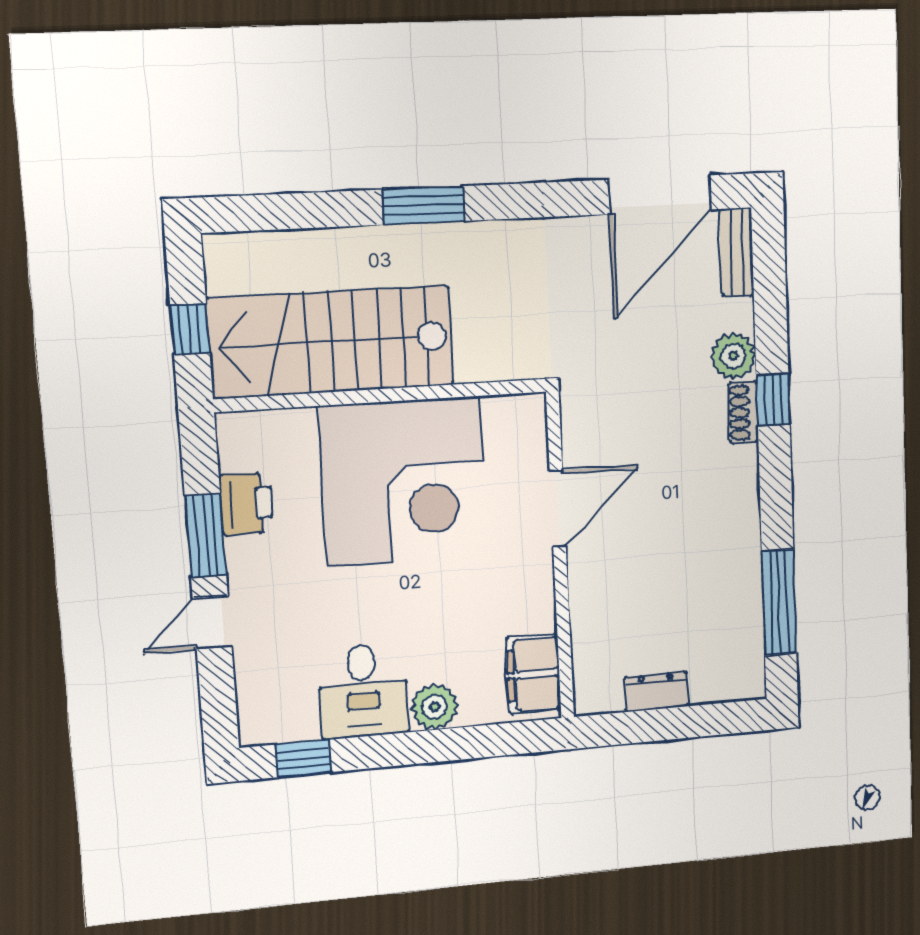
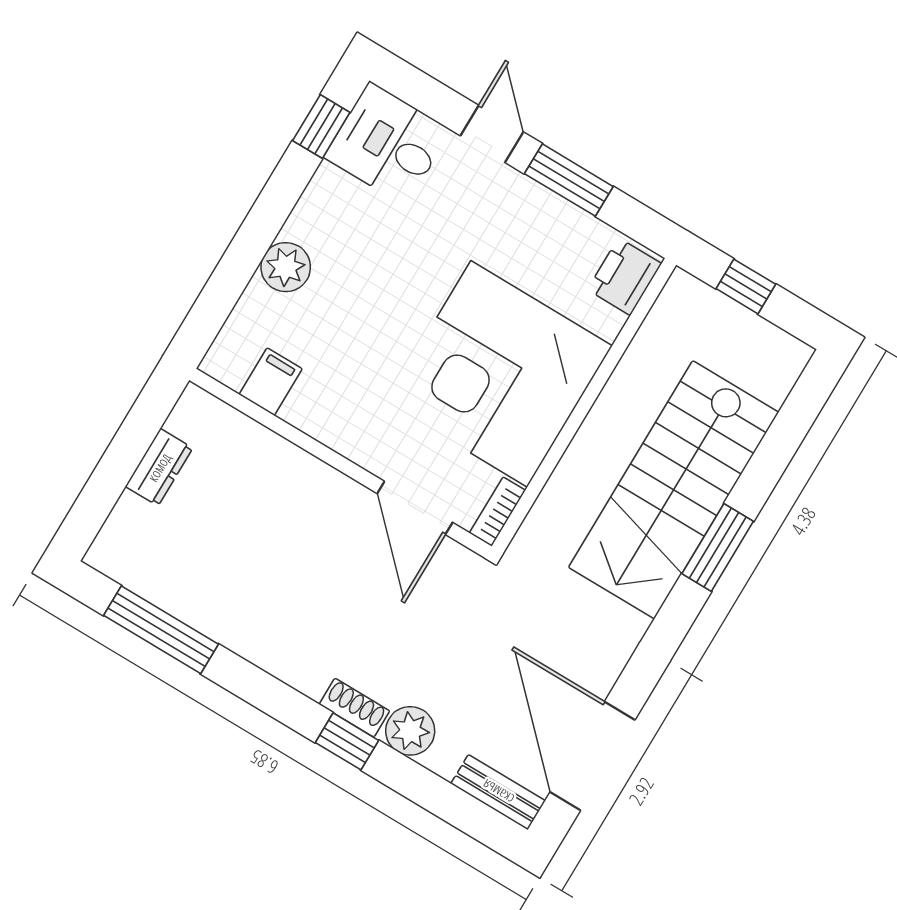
stairs: (331, 342) -> (674, 490), moved, turned 180
bookcase: (515, 406) -> (497, 512), added
printer: (246, 504) -> (624, 277), moved, turned 90
door: (558, 509) -> (415, 508), moved
filing cabinet: (534, 674) -> (271, 382), width x0.50
desk: (363, 691) -> (388, 144), moved

